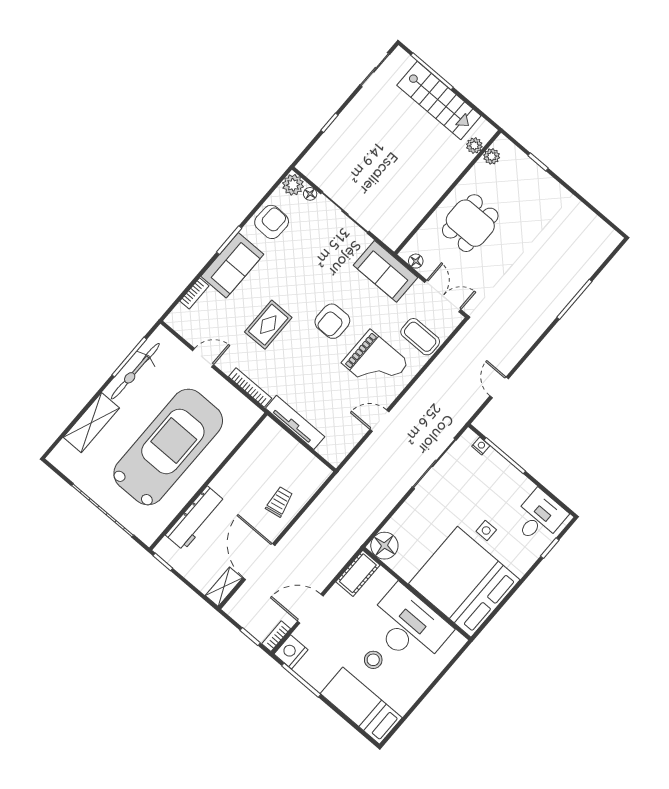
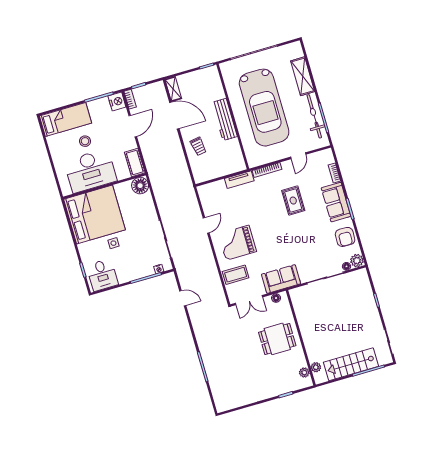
dining table: (470, 223) -> (277, 339), turned 90
armchair: (332, 321) -> (273, 235), removed
tv unit: (295, 422) -> (239, 180), width x0.71
workbench: (195, 518) -> (225, 119), moved

